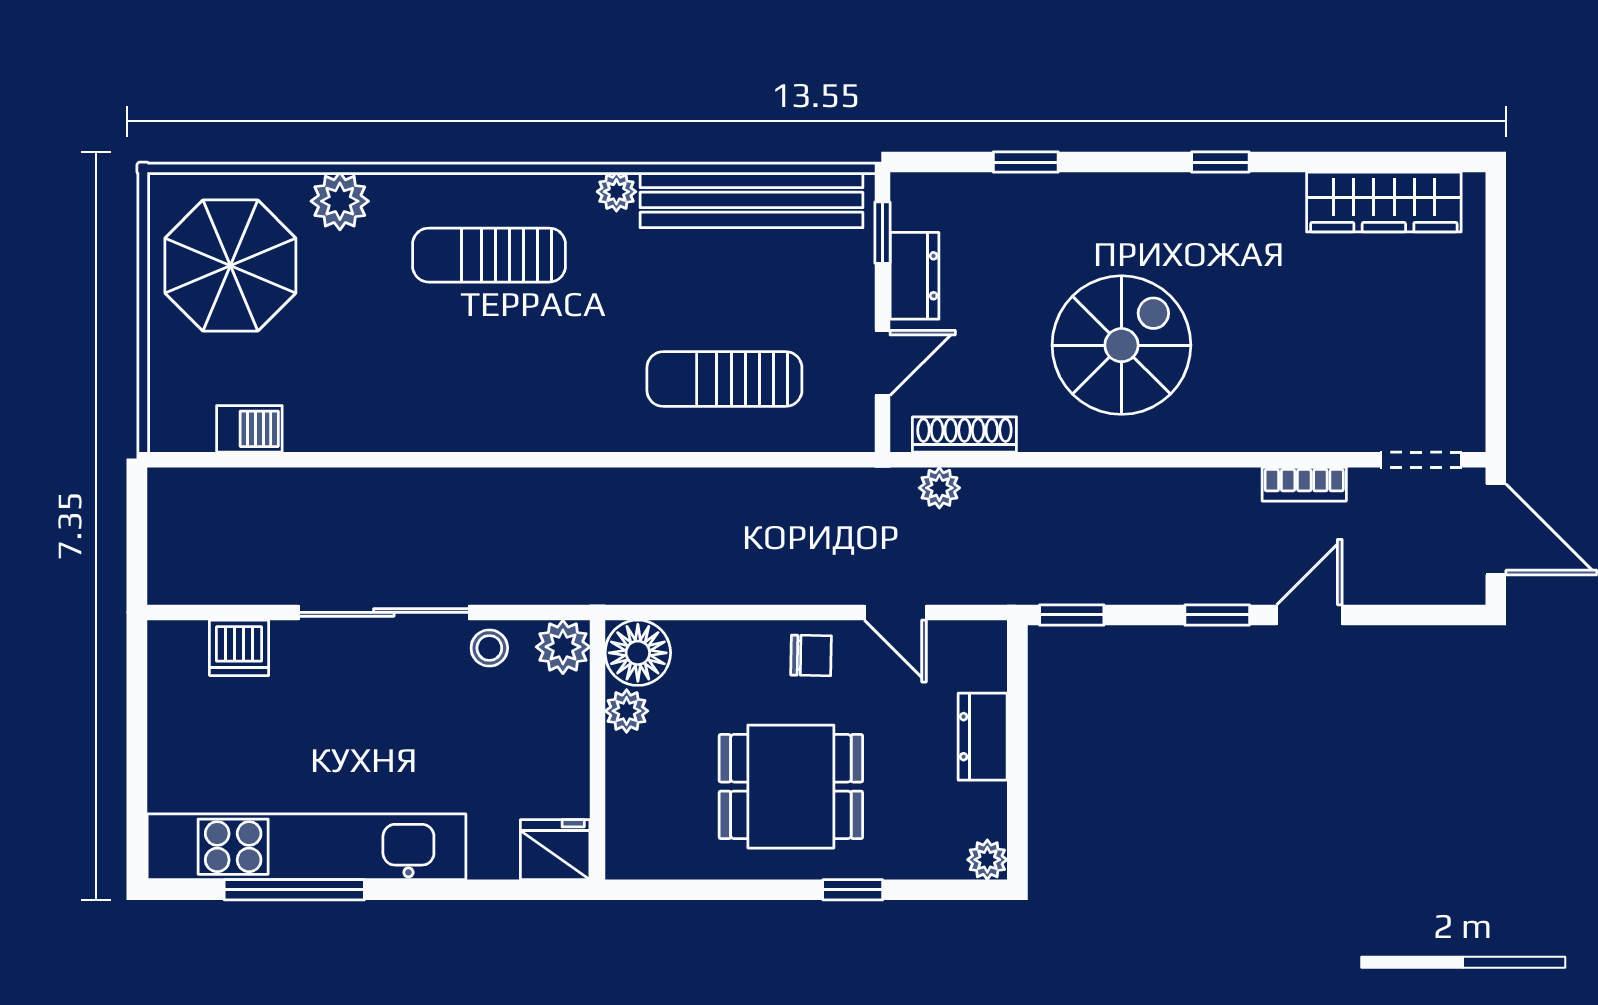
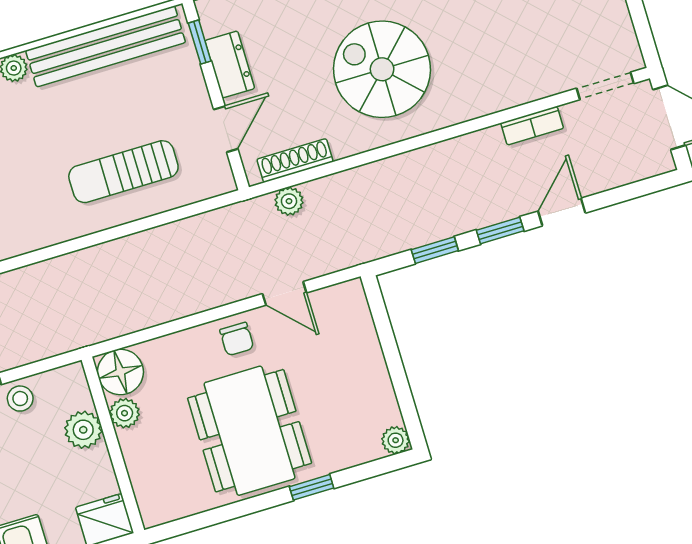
spiral stairs: (1121, 345) -> (382, 69), turned -90
window: (1072, 615) -> (435, 250), moved
plant: (563, 647) -> (83, 430), moved
chair: (811, 655) -> (237, 339), turned 89
dresser: (983, 737) -> (368, 359), removed
dining table: (791, 787) -> (250, 431), width x1.38

